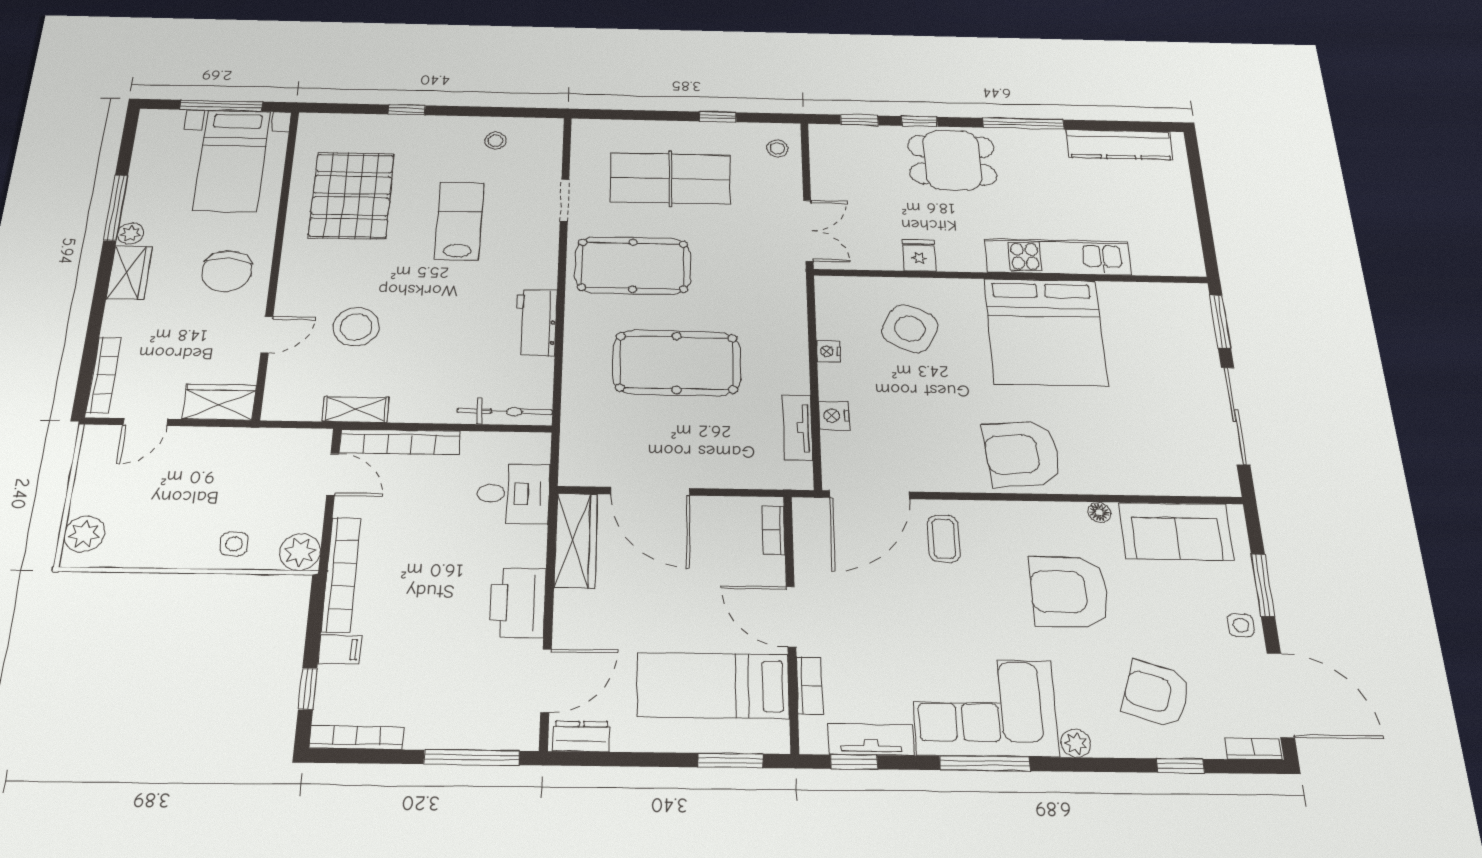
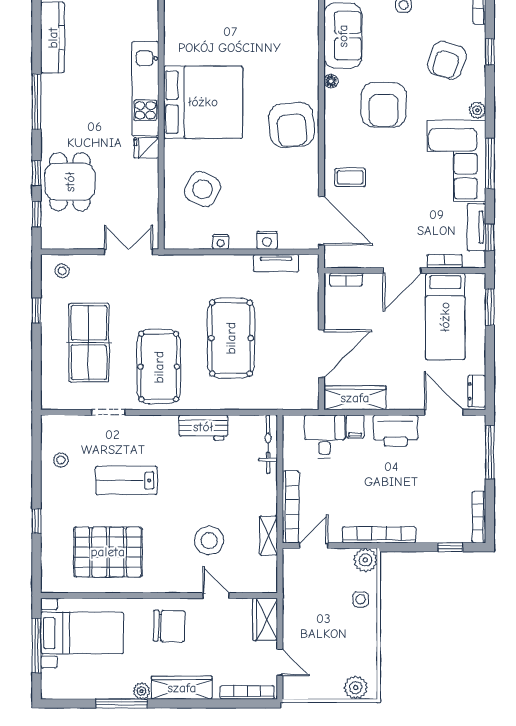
dining table: (952, 160) -> (70, 182), moved
fridge: (919, 255) -> (146, 148), moved
wardrobe: (129, 273) -> (182, 688), width x1.50
filing cabinet: (340, 649) -> (355, 426), moved, turned 180

